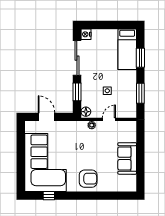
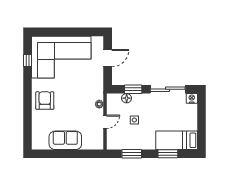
floor lamp: (86, 112) -> (127, 98), moved
door: (109, 119) -> (105, 122), hinge flipped
armchair: (88, 179) -> (45, 101), turned 180

